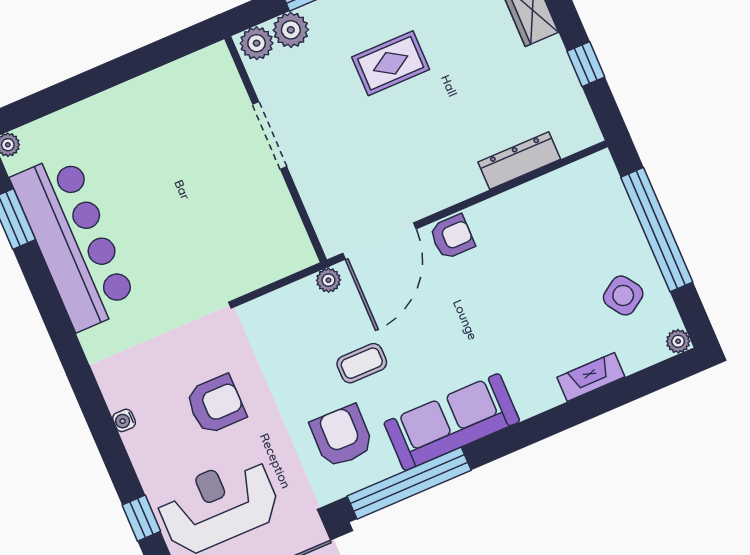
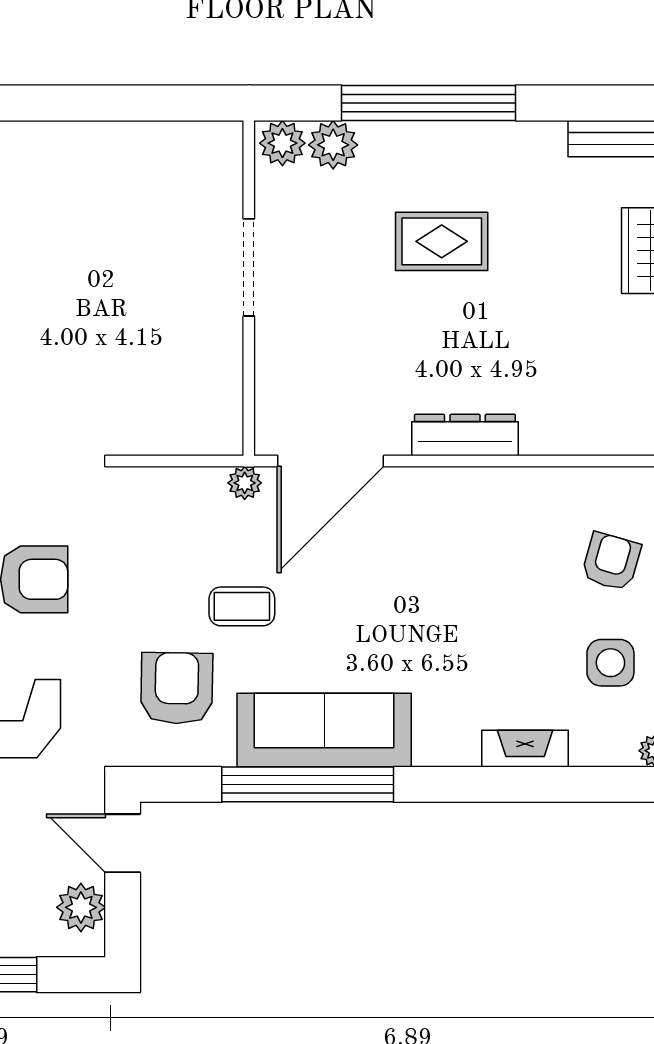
dresser: (519, 161) -> (465, 435), moved
armchair: (452, 237) -> (611, 562), moved, turned -74
side table: (623, 295) -> (610, 663), turned 34
window: (409, 483) -> (308, 784), moved

